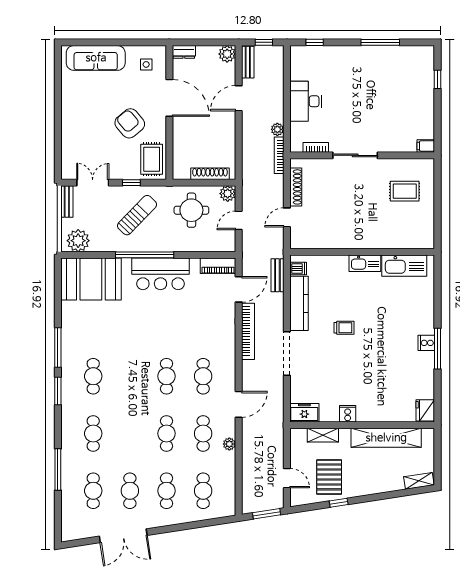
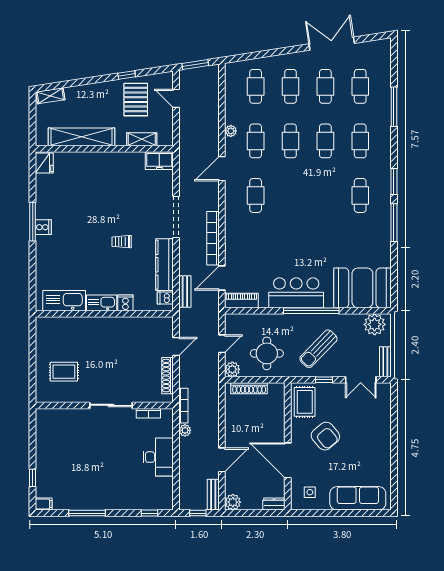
filing cabinet: (426, 146) -> (44, 504), moved
cafe table: (167, 376) -> (325, 141), moved
cooker: (348, 414) -> (125, 303), moved, turned 180

